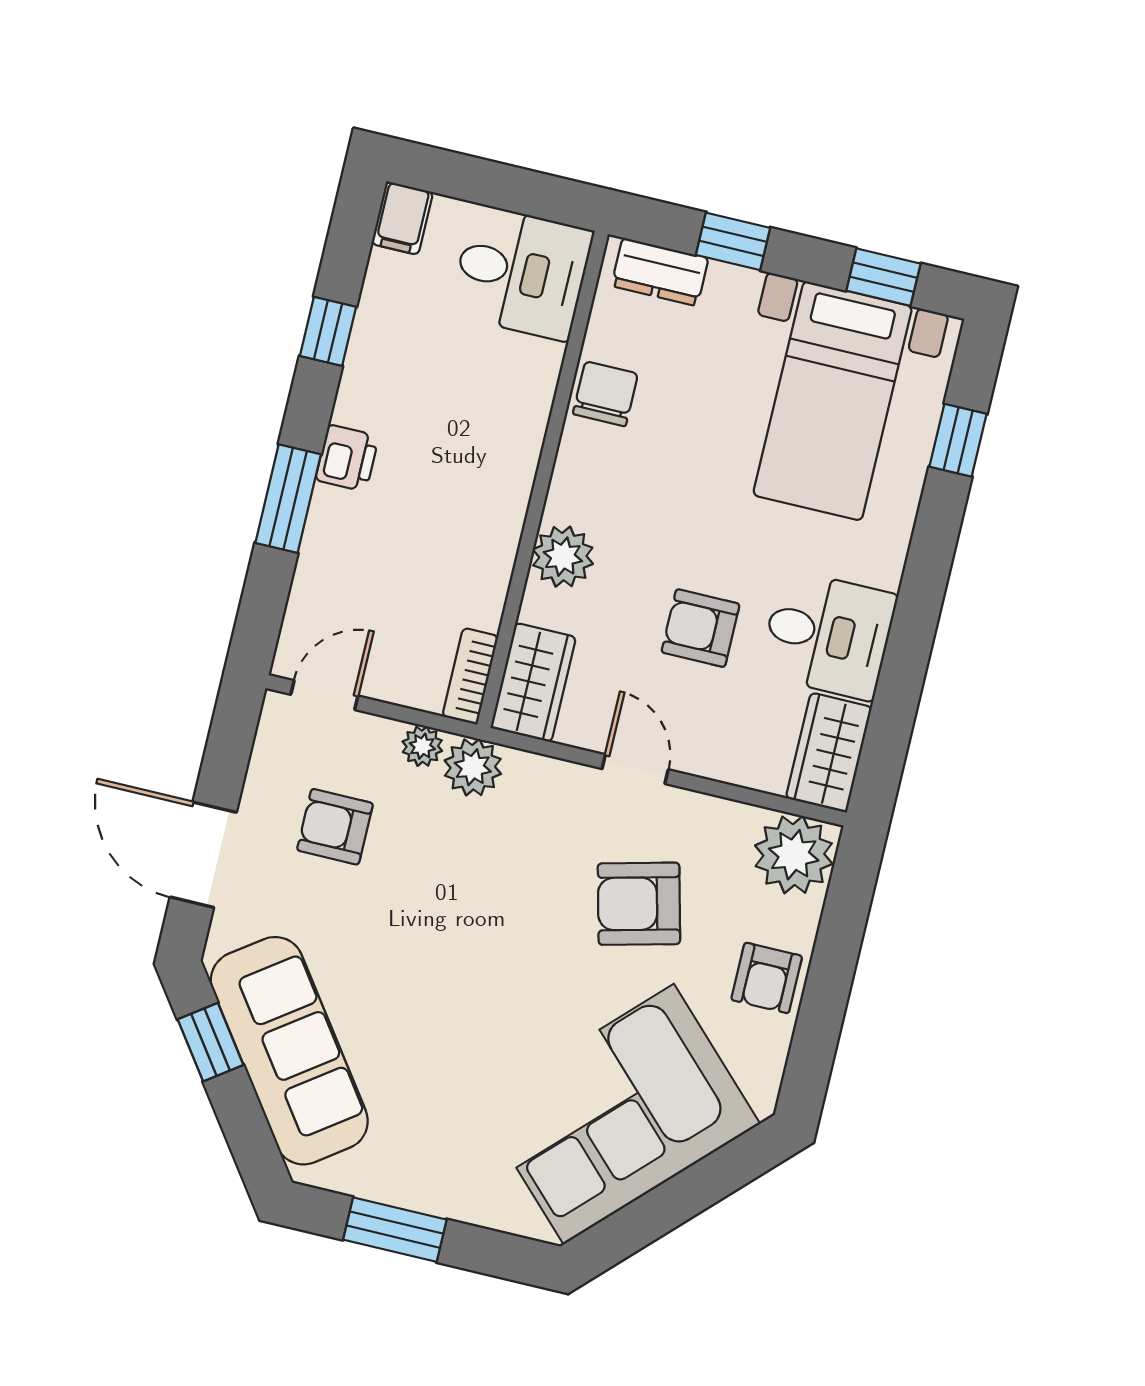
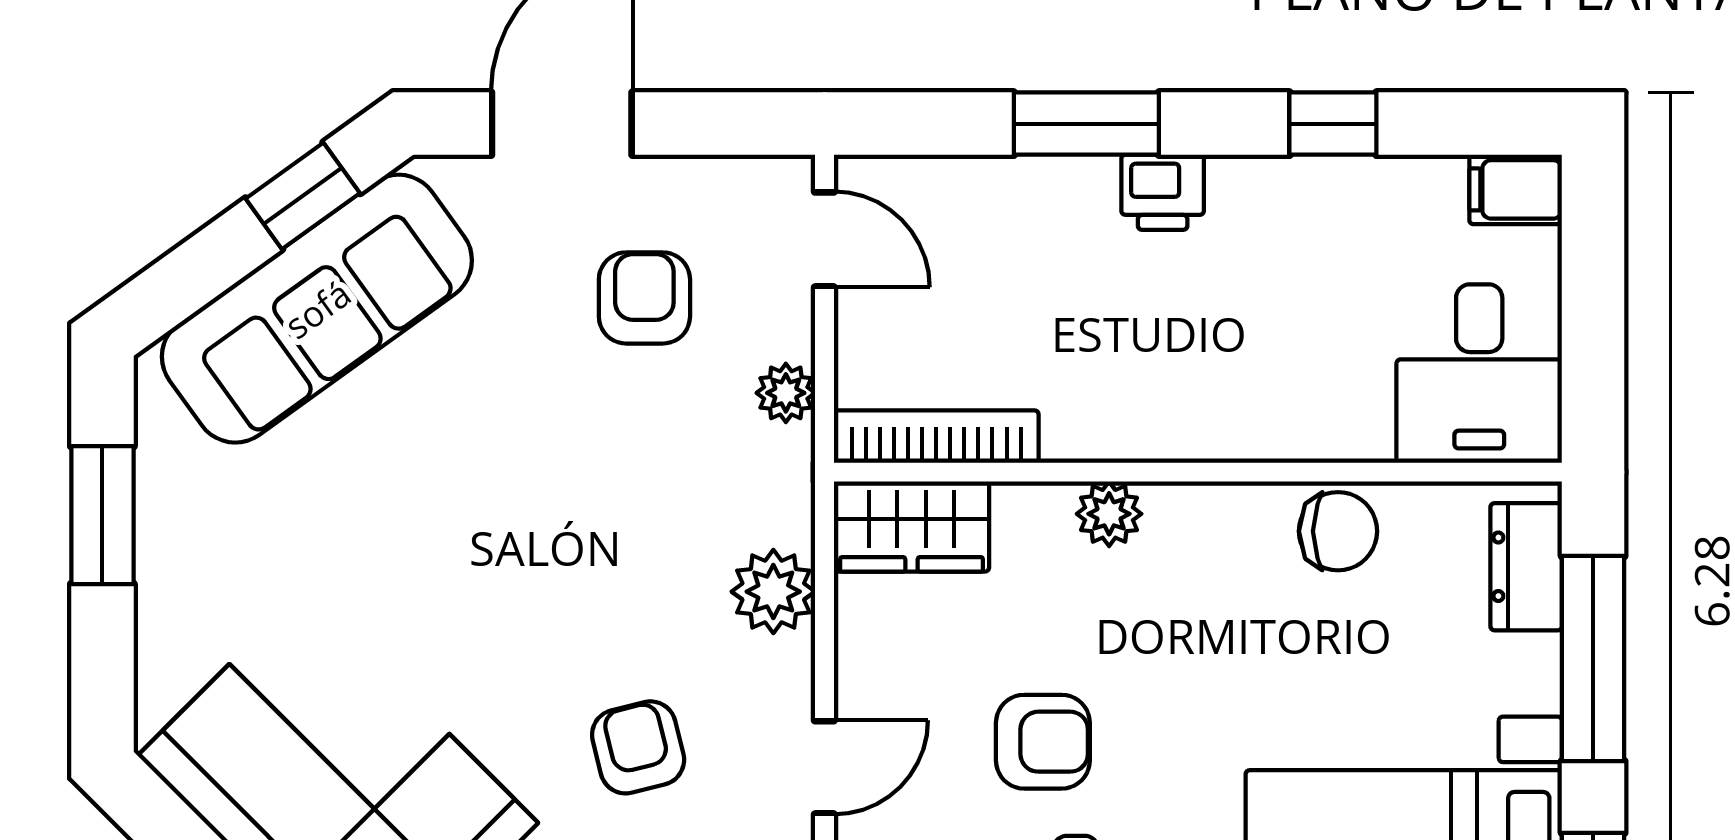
window: (733, 241) -> (1593, 659), width x2.17
plant: (563, 557) -> (1109, 514), width x0.73, depth x0.73
armchair: (701, 628) -> (1043, 742), turned 90
bookcase: (470, 676) -> (936, 437), width x1.56
plant: (473, 767) -> (773, 592), moved
door: (635, 769) -> (824, 767), moved
armchair: (639, 904) -> (638, 747), width x0.72, depth x0.72

